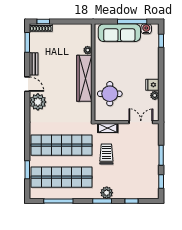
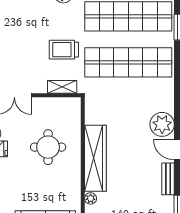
round table: (110, 94) -> (48, 147), moved
trolley: (106, 154) -> (64, 50), turned 90

